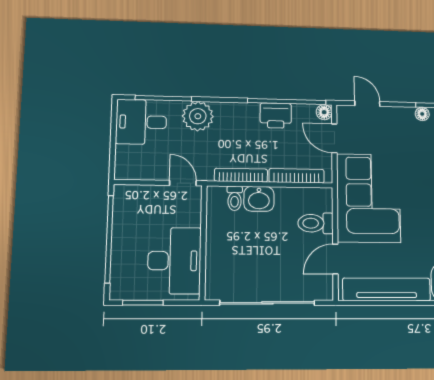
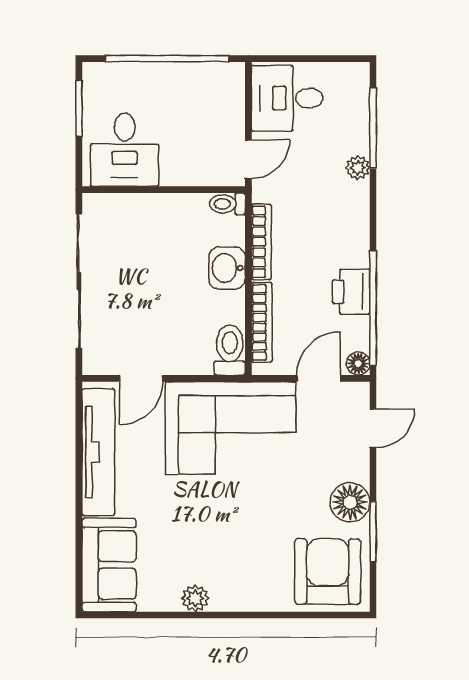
floor lamp: (422, 114) -> (350, 502), width x1.89, depth x1.89
plant: (198, 116) -> (358, 168), width x0.53, depth x0.53
desk: (141, 122) -> (287, 98), moved, turned -90
toilet: (235, 198) -> (227, 204), moved
toilet: (315, 223) -> (230, 350), moved
door: (335, 259) -> (141, 378), swing flipped
desk: (174, 261) -> (125, 150), width x0.73

